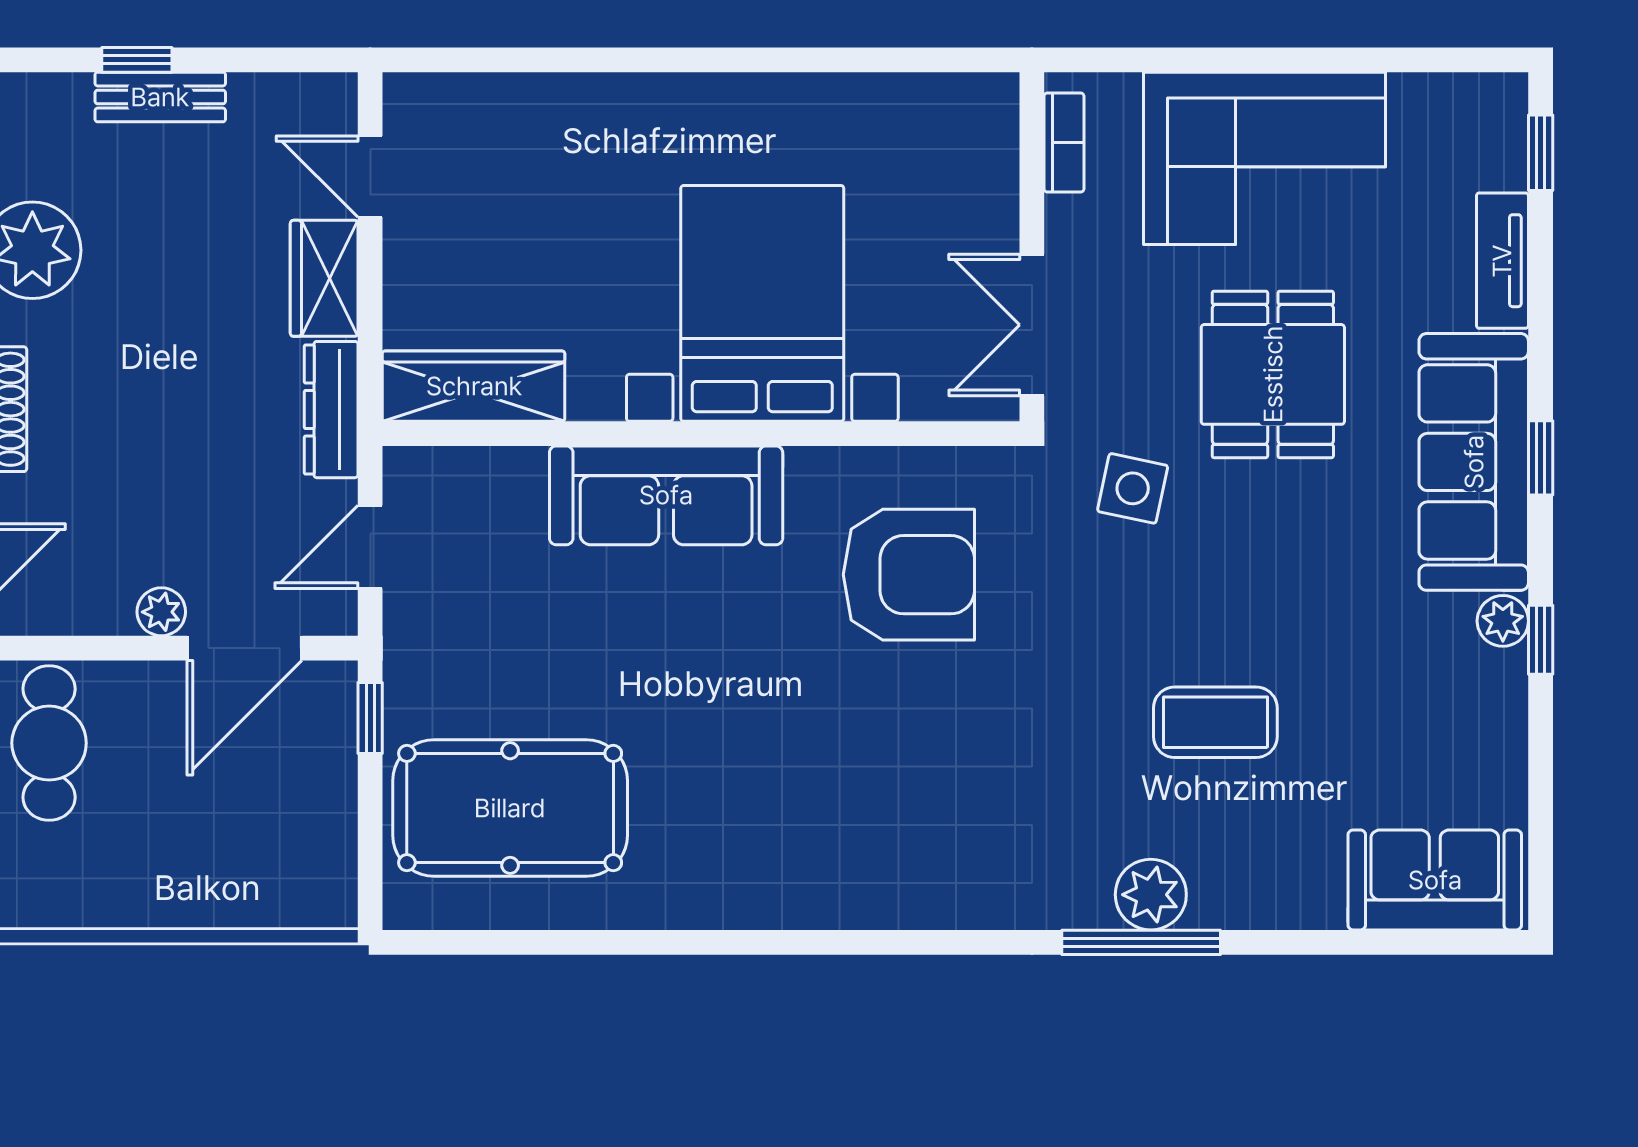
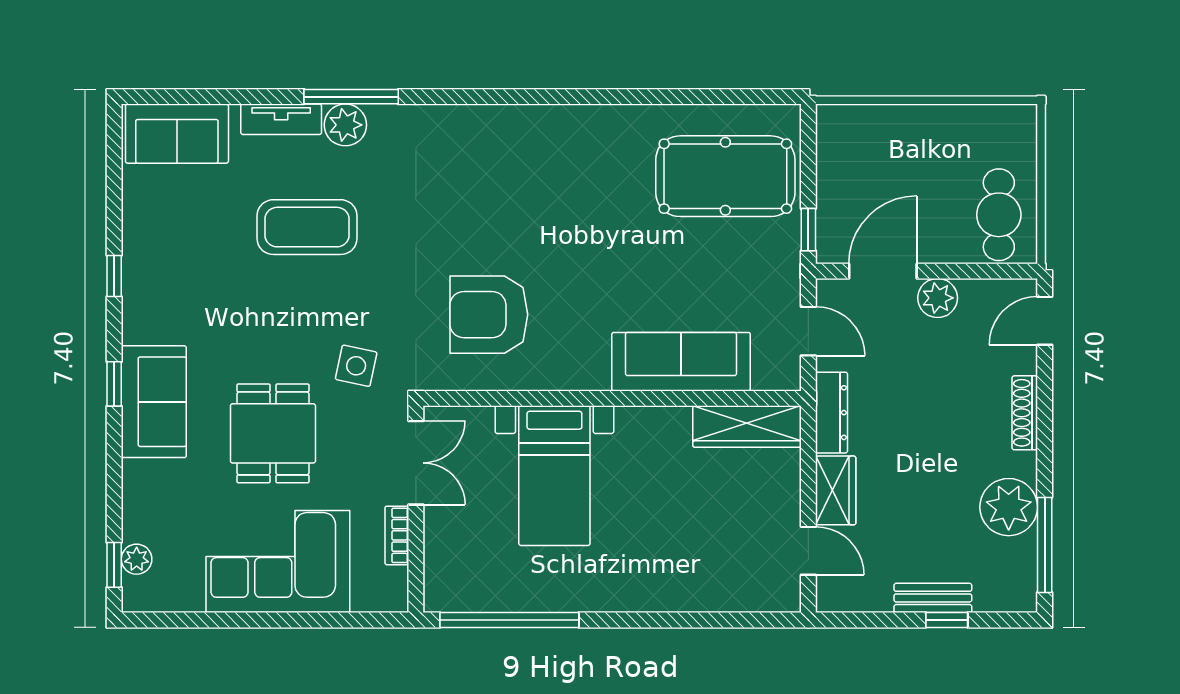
window: (874, 60) -> (509, 620), added
bookcase: (1064, 142) -> (397, 535), moved
tv unit: (1502, 261) -> (281, 119), moved, turned 90
bed with nightstands: (762, 303) -> (554, 476), width x0.73
sofa: (1474, 462) -> (154, 402), width x0.73
sofa: (666, 495) -> (681, 362), moved
door: (370, 547) -> (808, 331), hinge flipped
plant: (161, 612) -> (938, 298), width x1.38, depth x1.38
plant: (1503, 621) -> (137, 559), moved
coffee table: (1215, 722) -> (307, 227), width x1.36, depth x1.32

